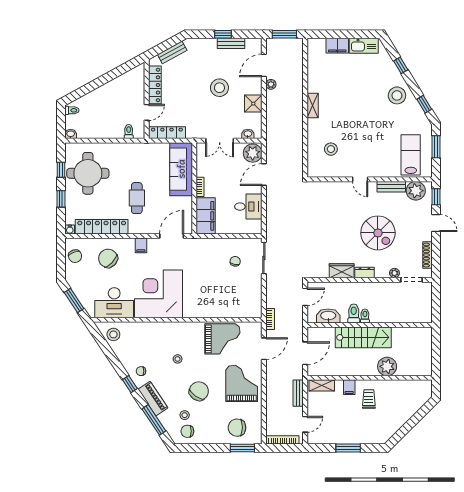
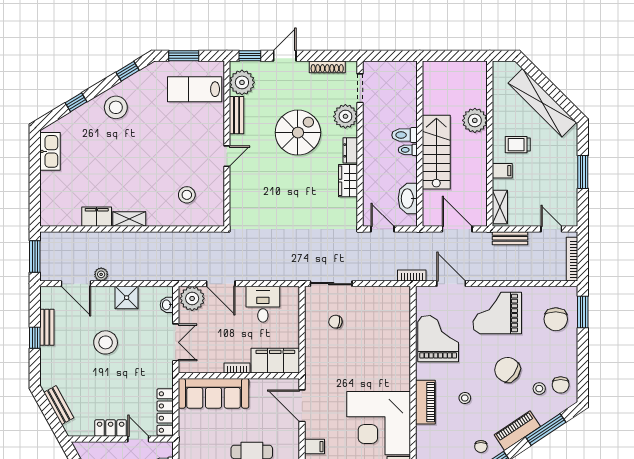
filing cabinet: (337, 46) -> (97, 217), moved, turned -90
locker: (155, 85) -> (111, 428), width x0.66
plant: (394, 273) -> (345, 116), width x1.87, depth x1.87
toilet: (354, 313) -> (405, 135), moved
piano: (174, 329) -> (425, 402), added
shelving: (400, 417) -> (542, 103), added

